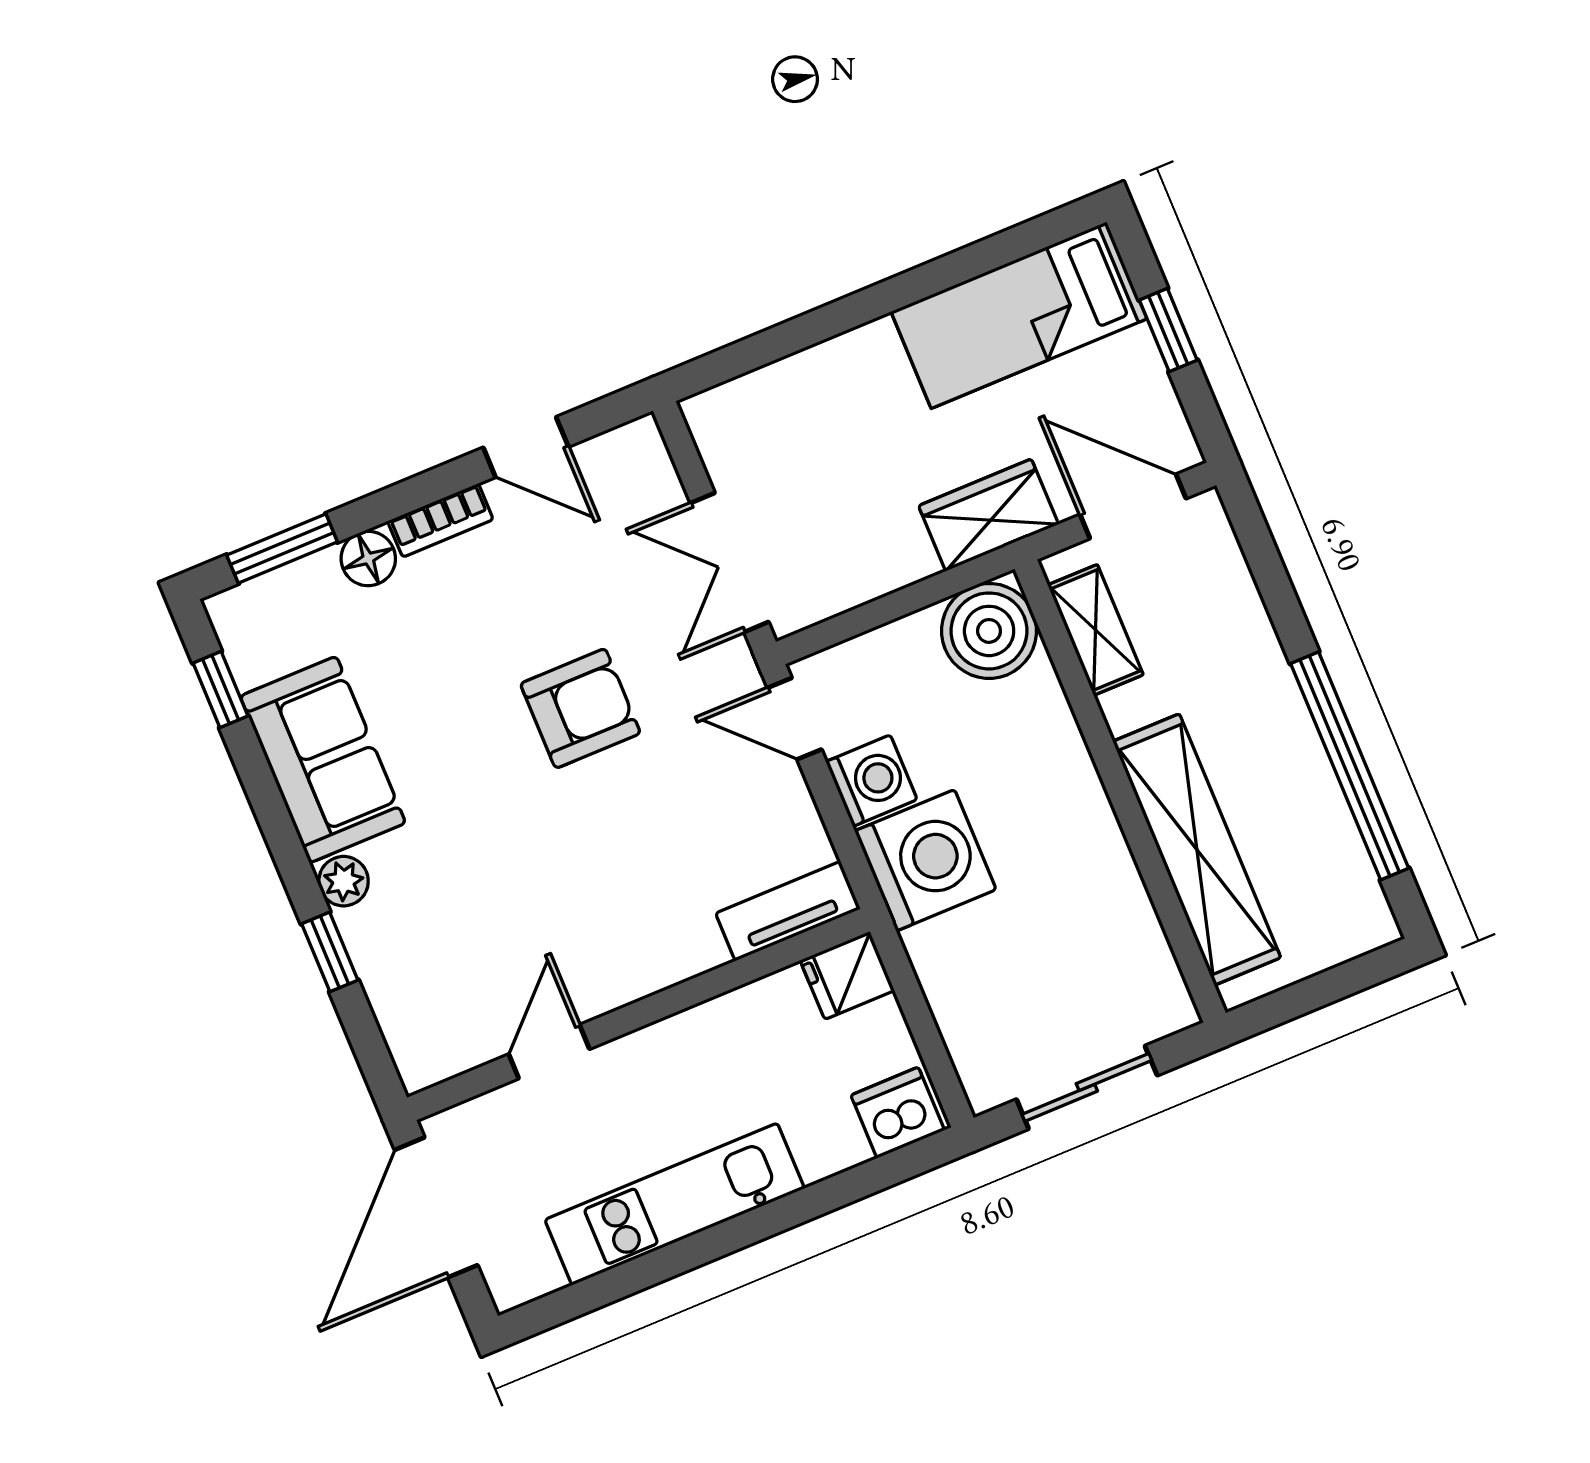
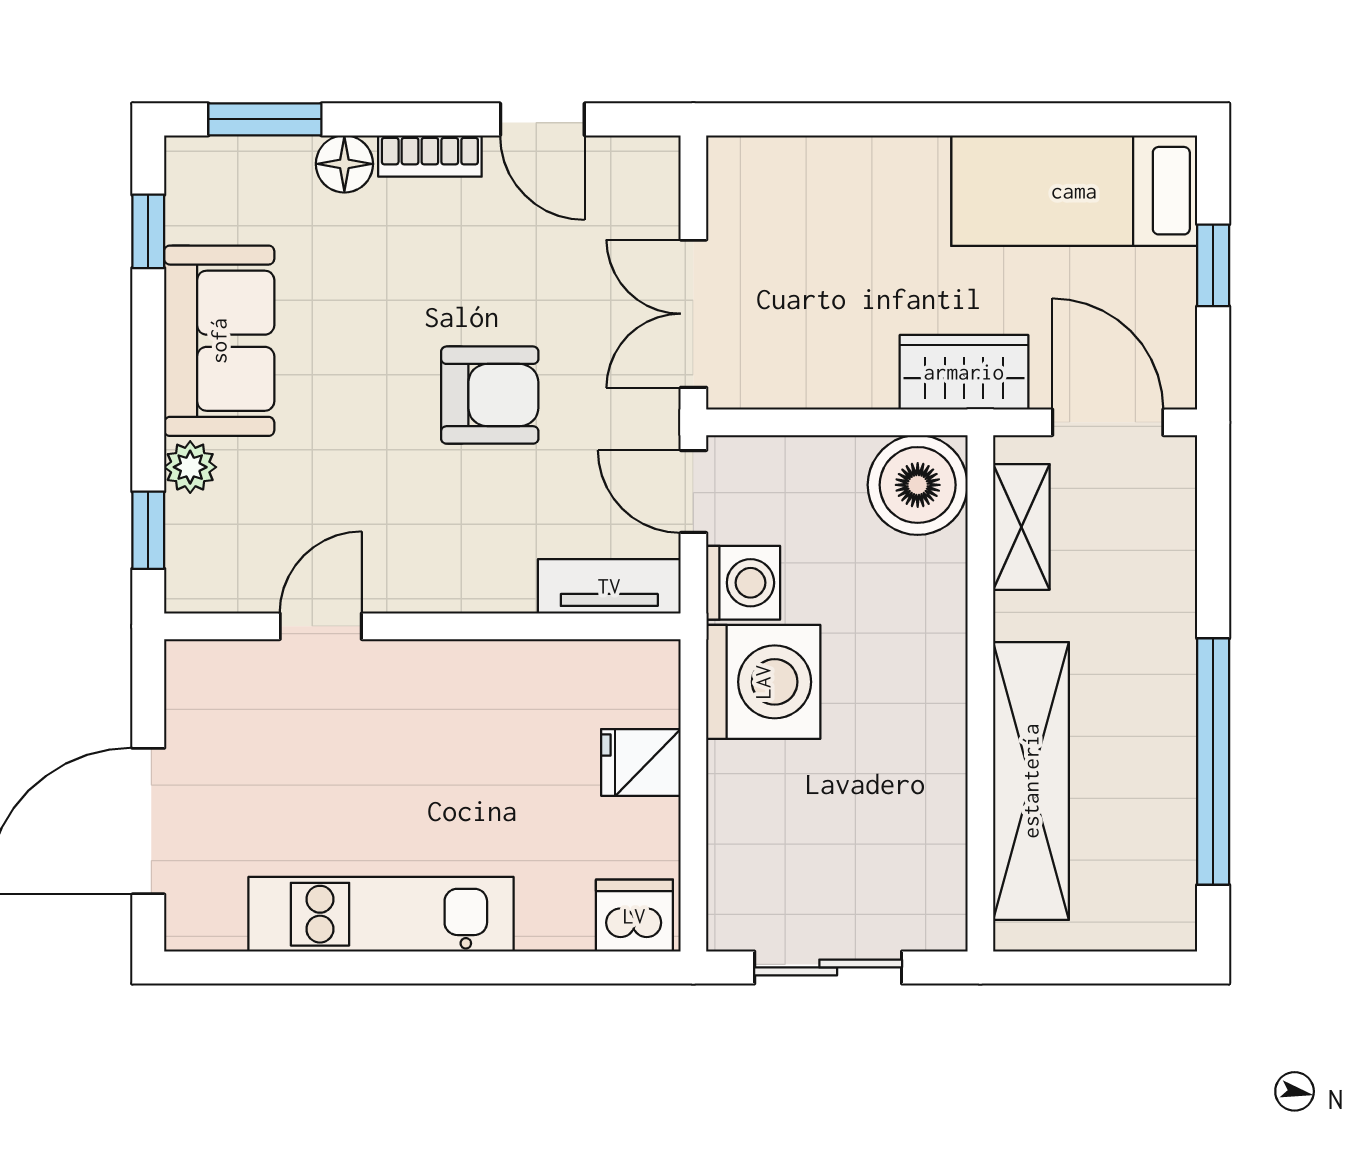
tv unit: (788, 911) -> (609, 586), moved
wall: (638, 1015) -> (422, 626), moved
door: (549, 1052) -> (321, 626), moved

